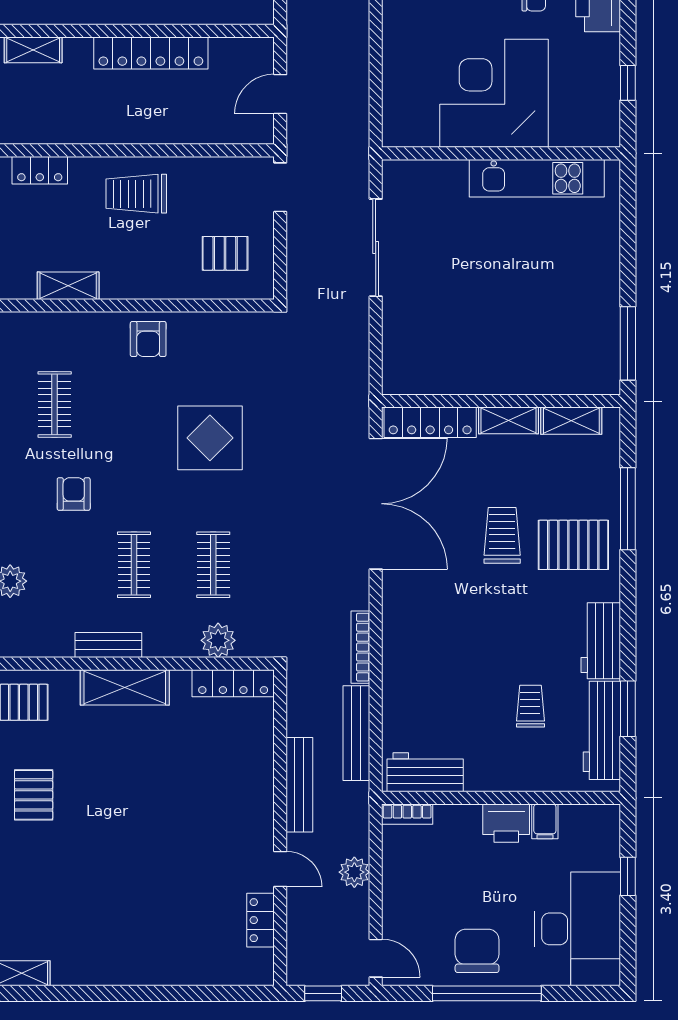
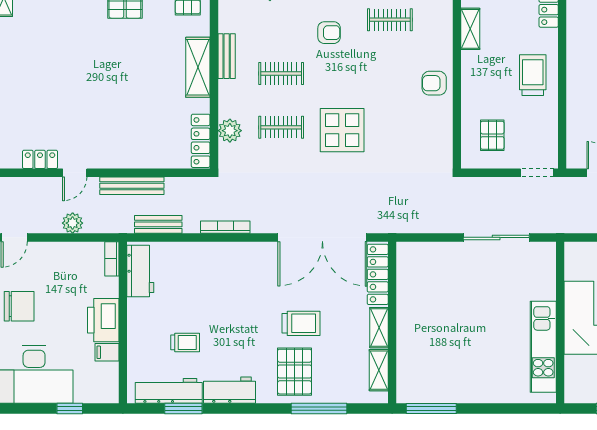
display table: (210, 438) -> (342, 130), moved
bench: (356, 733) -> (158, 224), width x0.73
printer: (506, 823) -> (103, 320), width x1.37, depth x1.19

